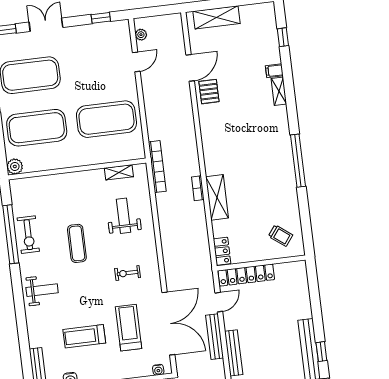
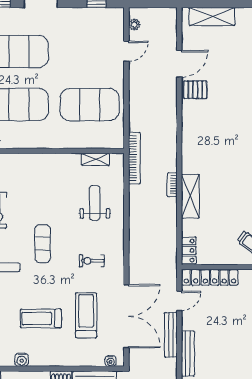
pallet: (209, 92) -> (195, 90), turned 90
exercise mat: (77, 243) -> (43, 244), moved

